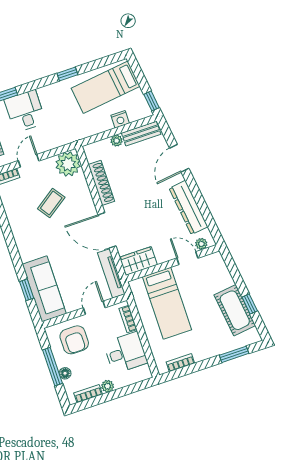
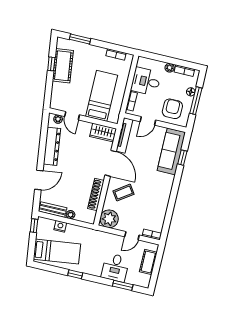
coffee table: (51, 203) -> (124, 193), moved

